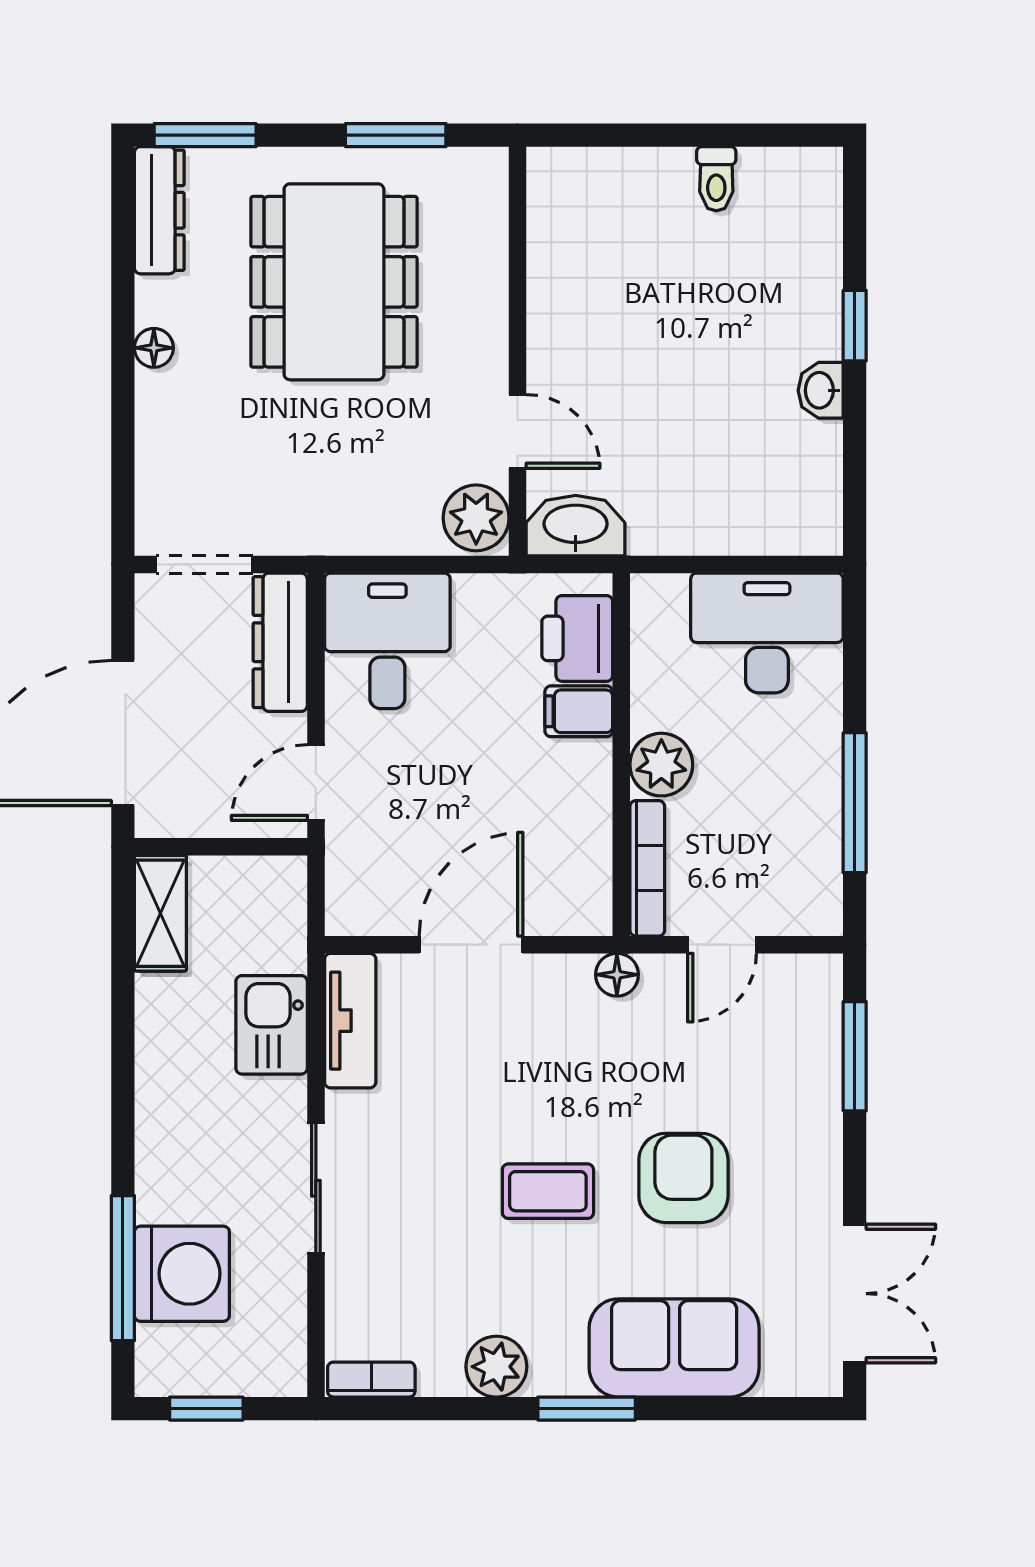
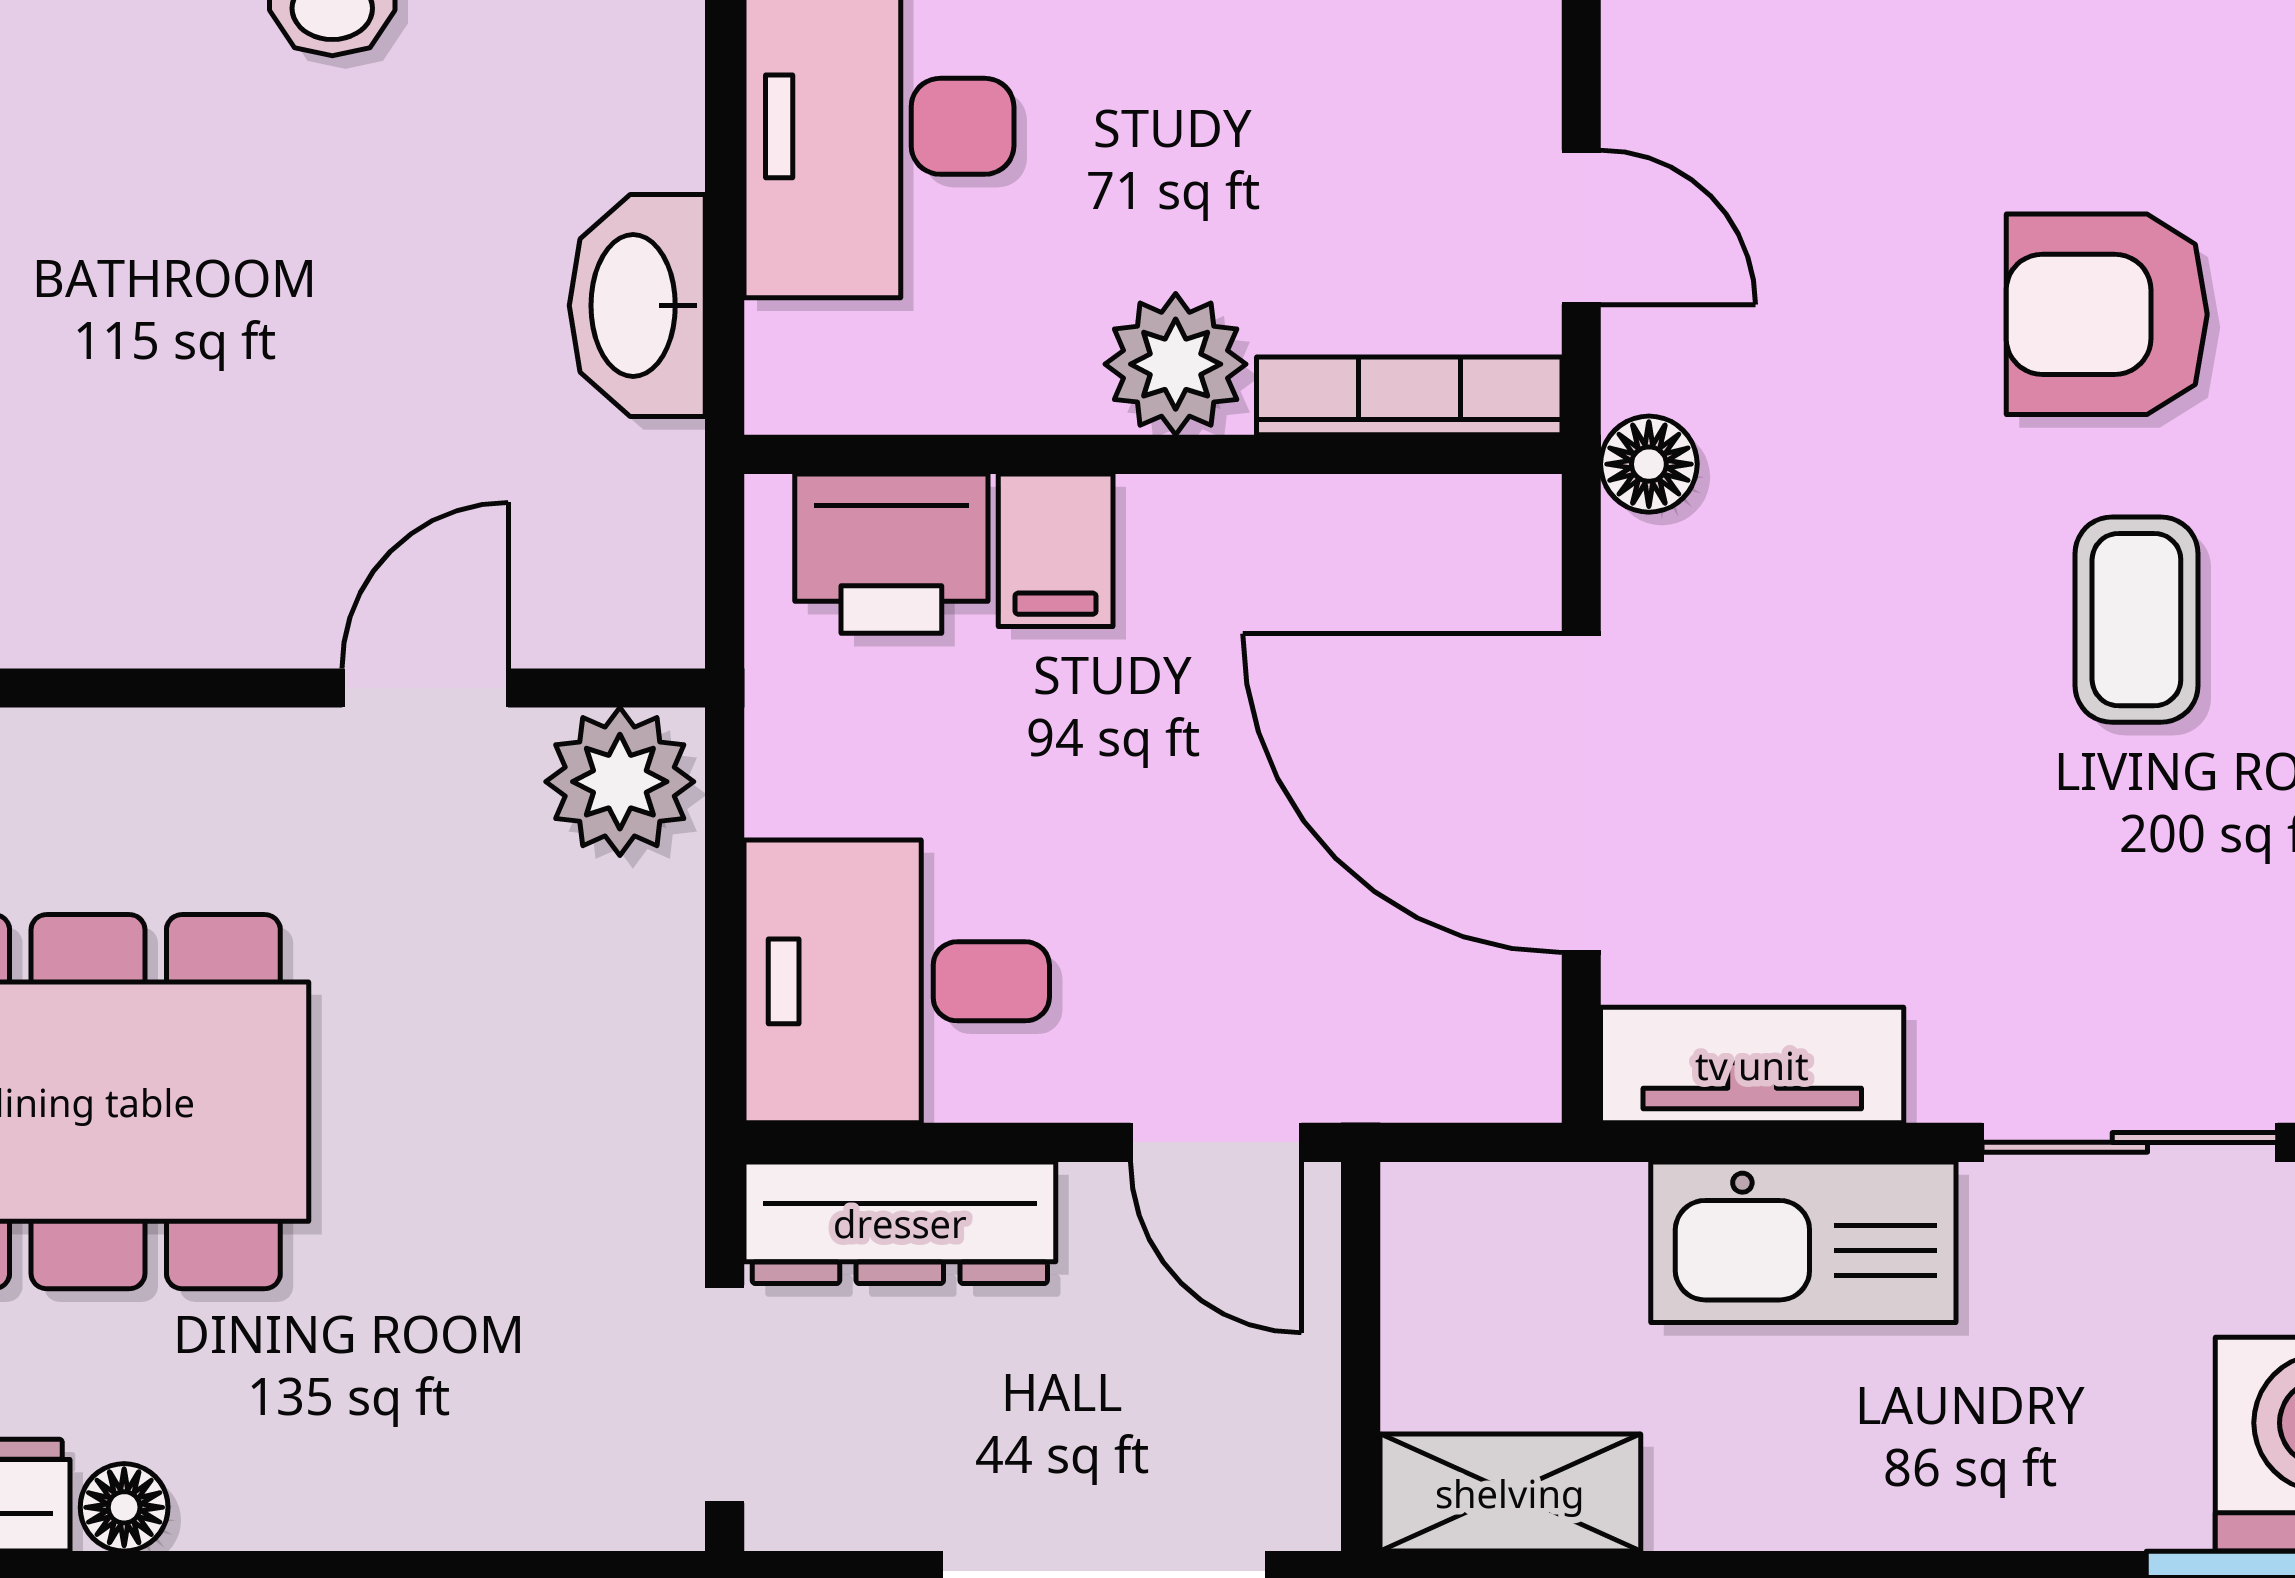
floor lamp: (154, 348) -> (124, 1507), moved
washbasin: (576, 526) -> (637, 306), moved
door: (471, 945) -> (1581, 793), width x1.36
kitchen sink: (272, 1025) -> (1803, 1242), width x1.38

